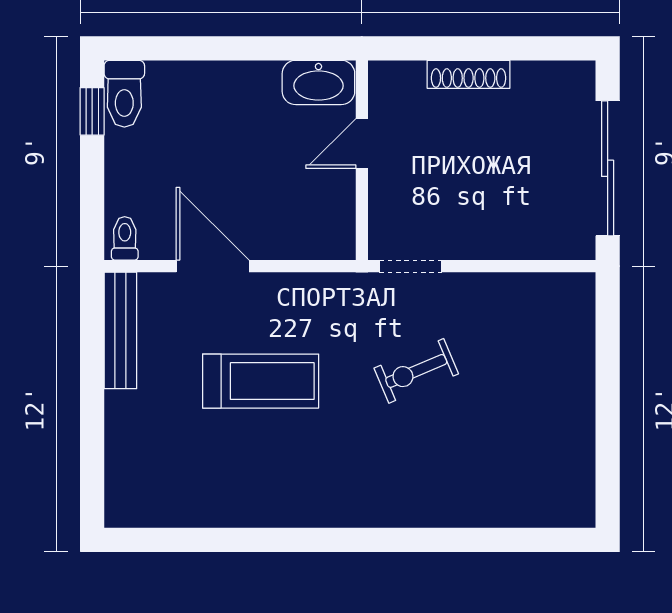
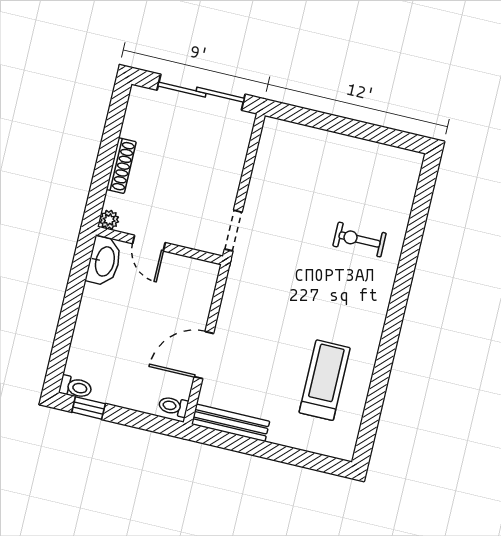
plant: (383, 75) -> (109, 220), added
toilet: (124, 94) -> (76, 387), width x0.73, depth x0.72
exercise bike: (416, 371) -> (360, 240), moved, turned 113
treadmill: (261, 381) -> (325, 380), moved

